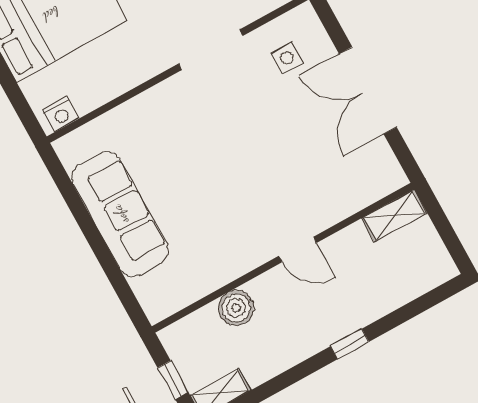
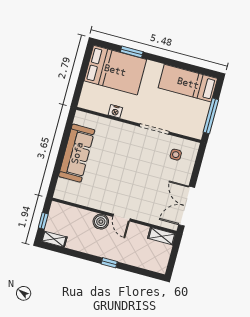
double door: (368, 90) -> (187, 206), moved
nightstand: (60, 114) -> (115, 111), moved
boiler: (236, 308) -> (101, 222), moved

